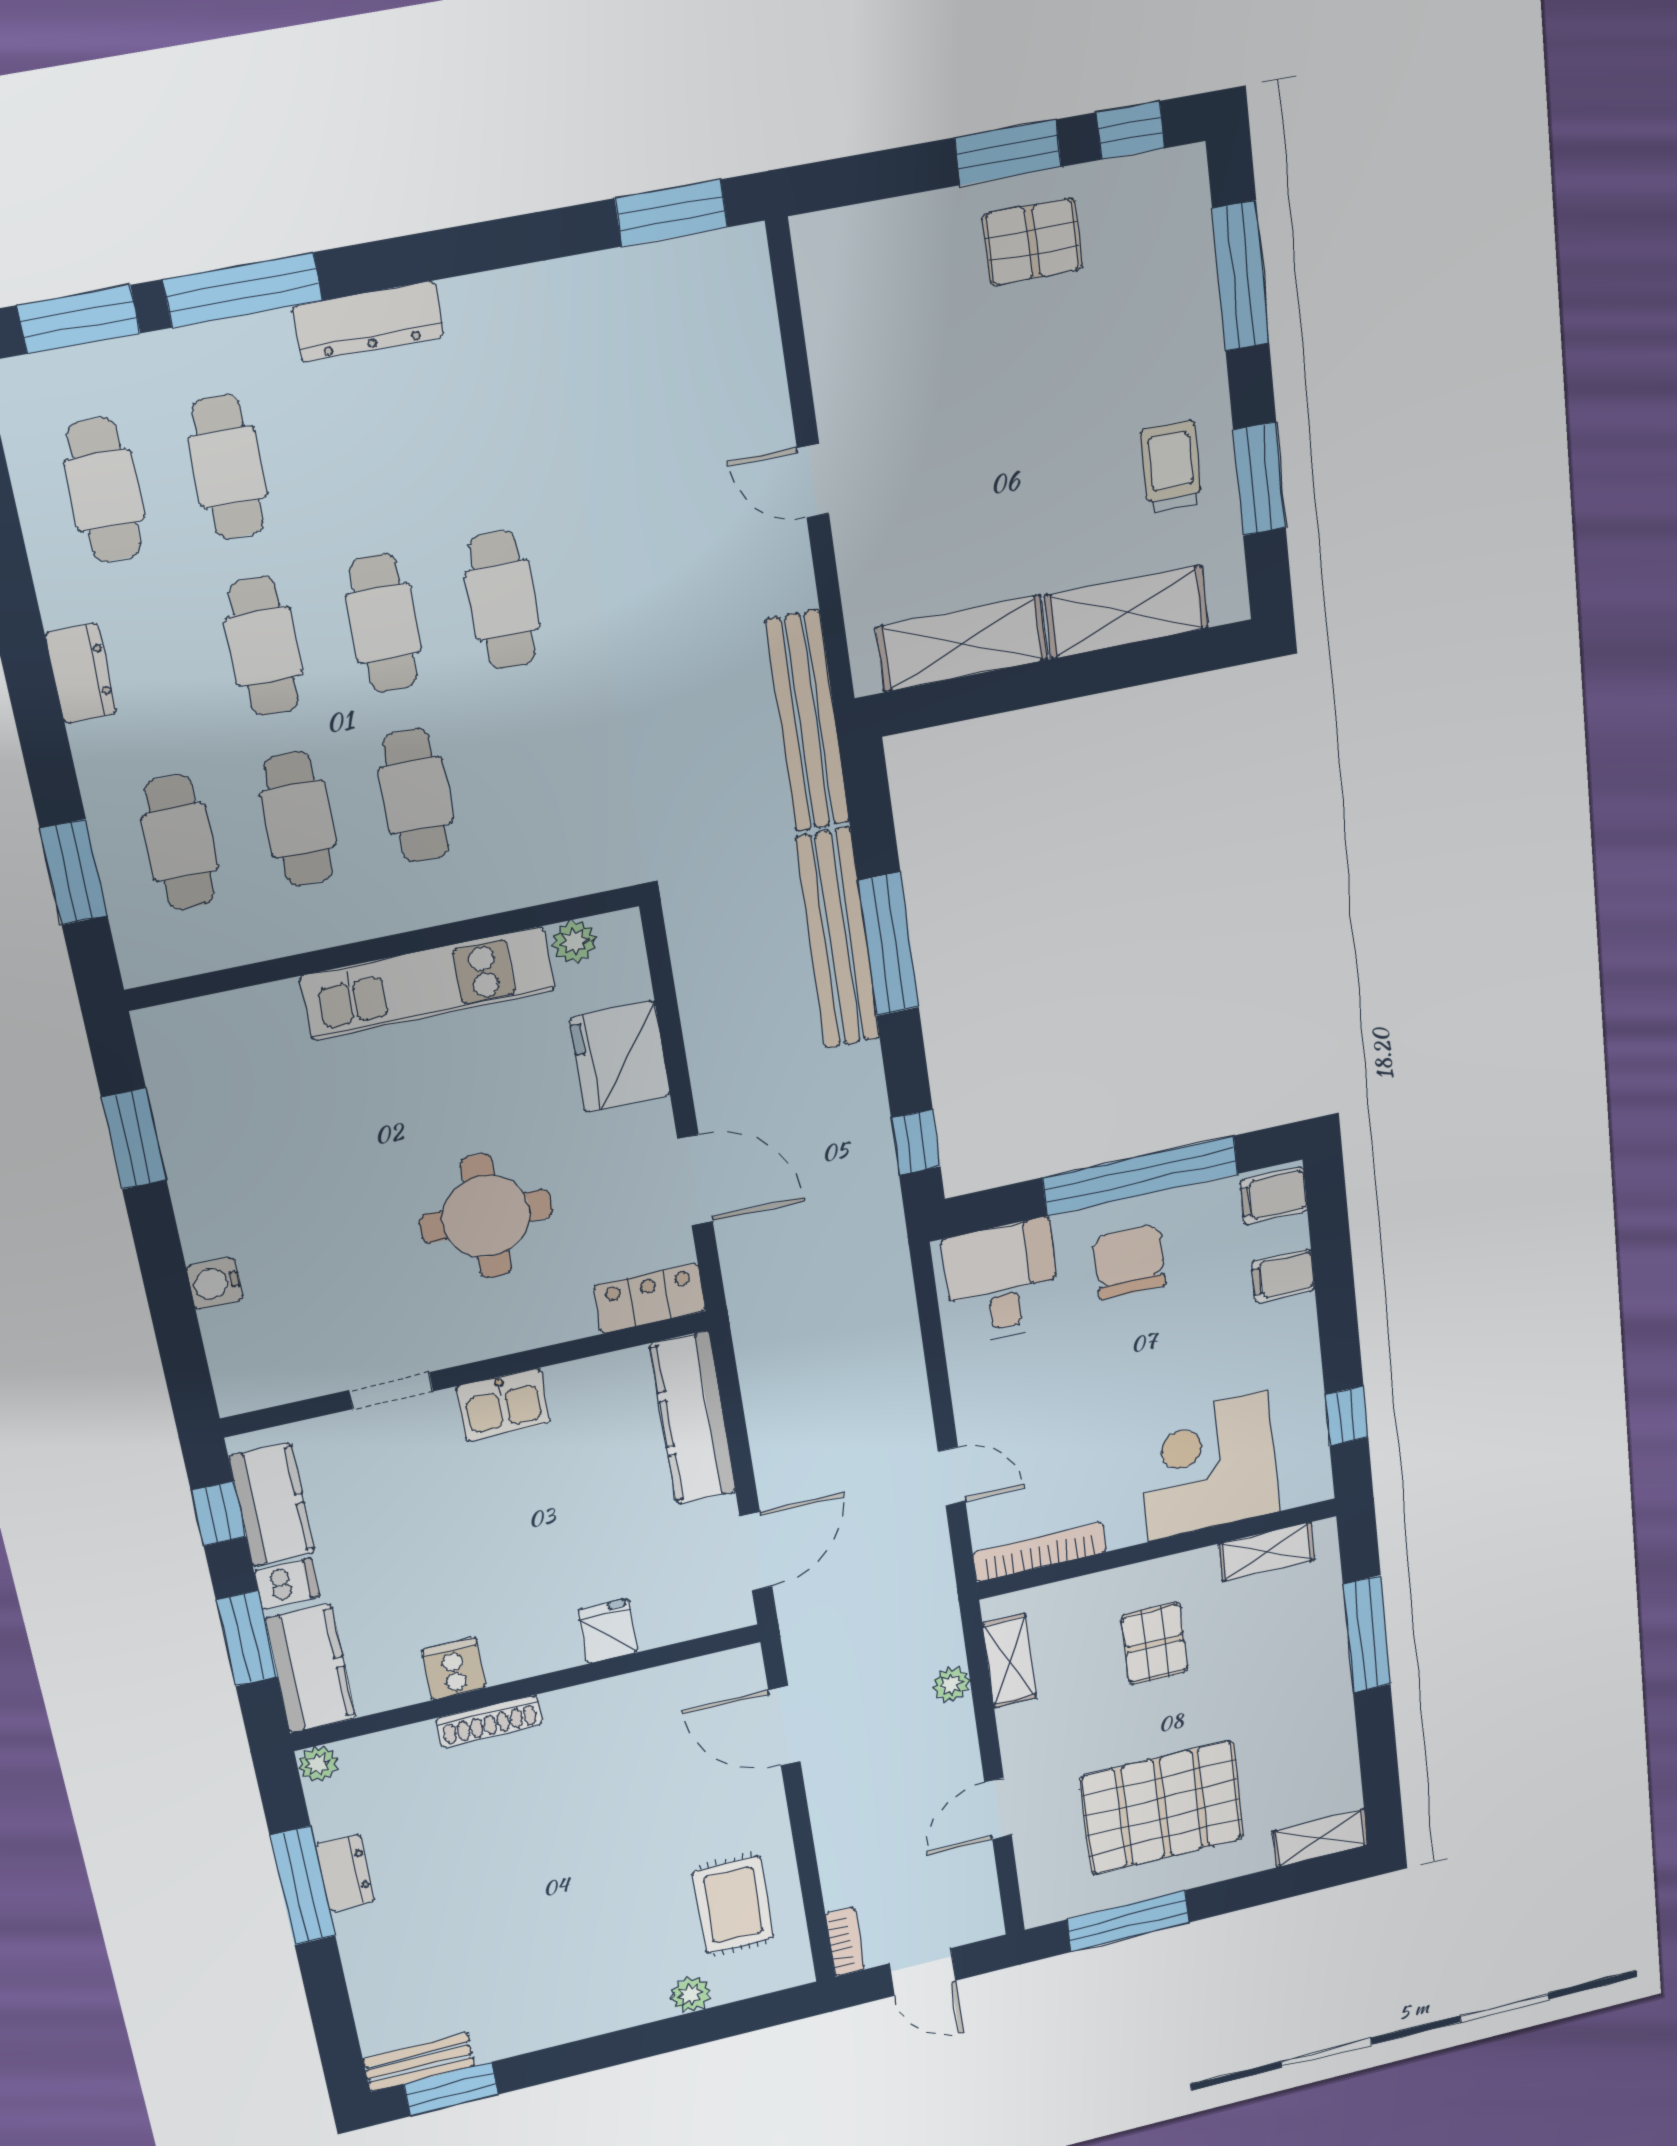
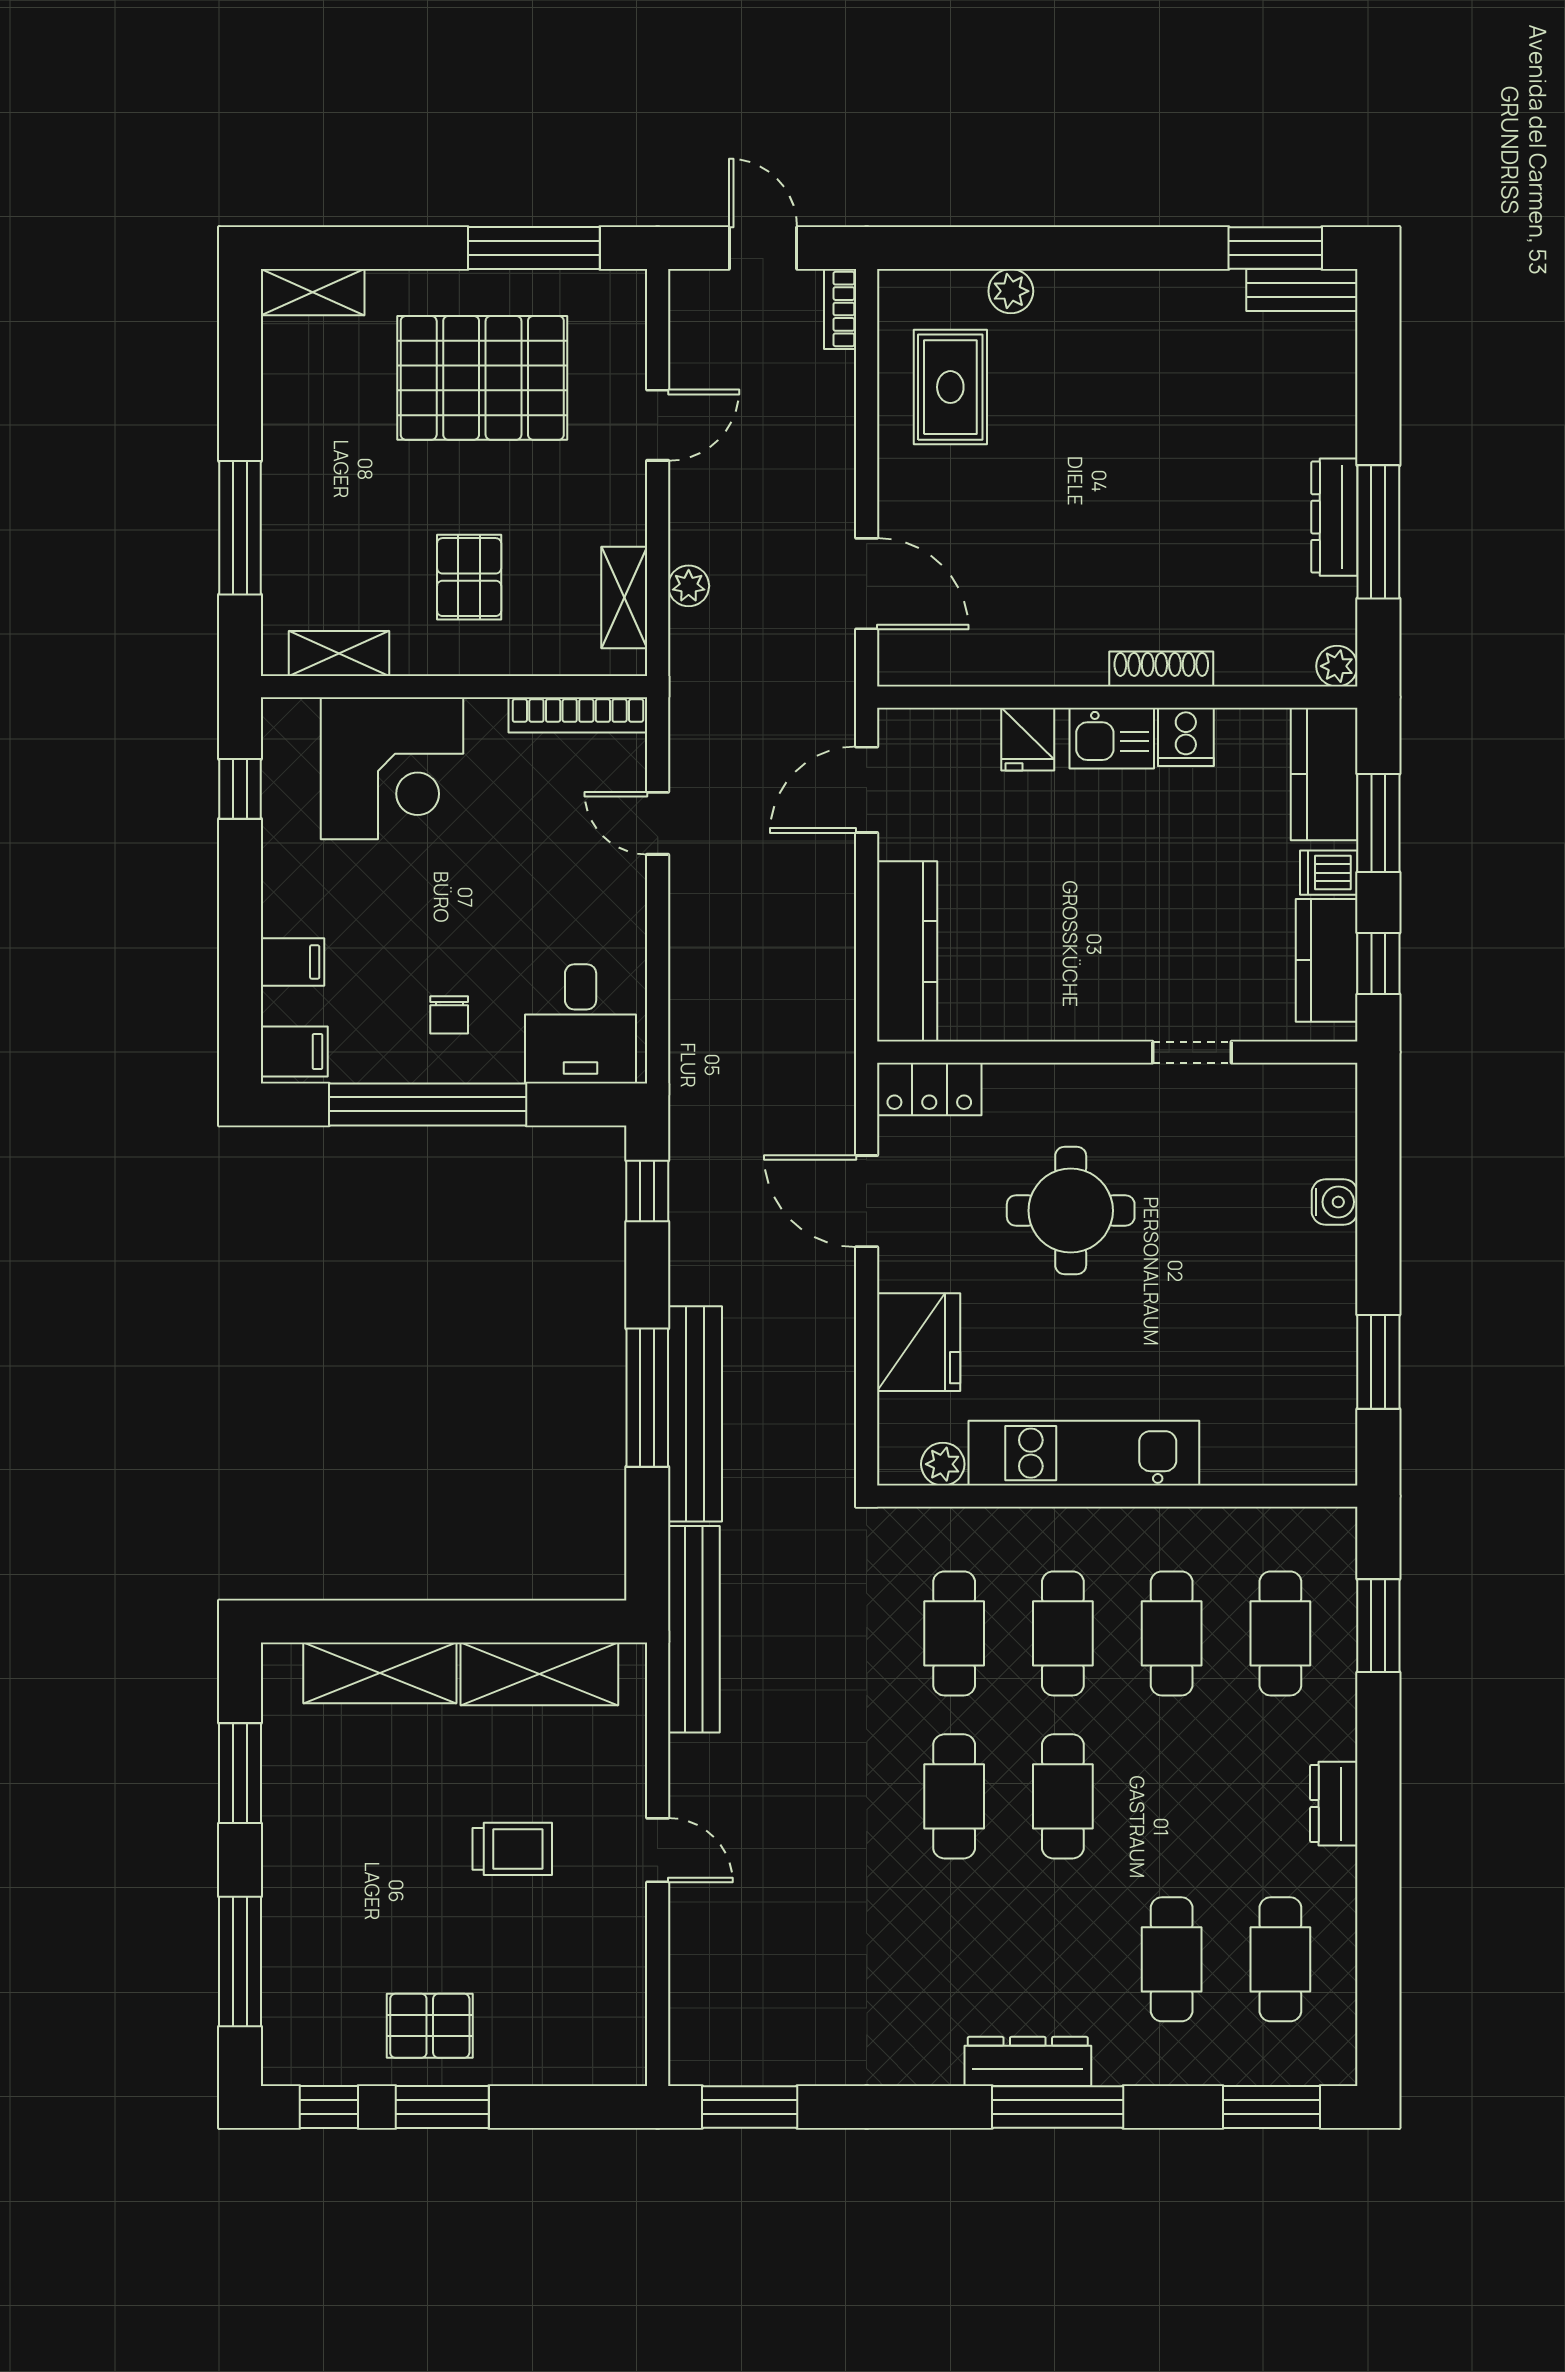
window: (243, 290) -> (1058, 2107), moved
trolley: (1171, 467) -> (512, 1849), moved, turned -90
cafe table: (264, 646) -> (954, 1633), moved
chair: (1129, 1262) -> (449, 1015), width x0.54, depth x0.54
kitchen sink: (503, 1405) -> (1112, 738), moved, turned 180
dresser: (345, 1873) -> (1334, 517), width x1.44

